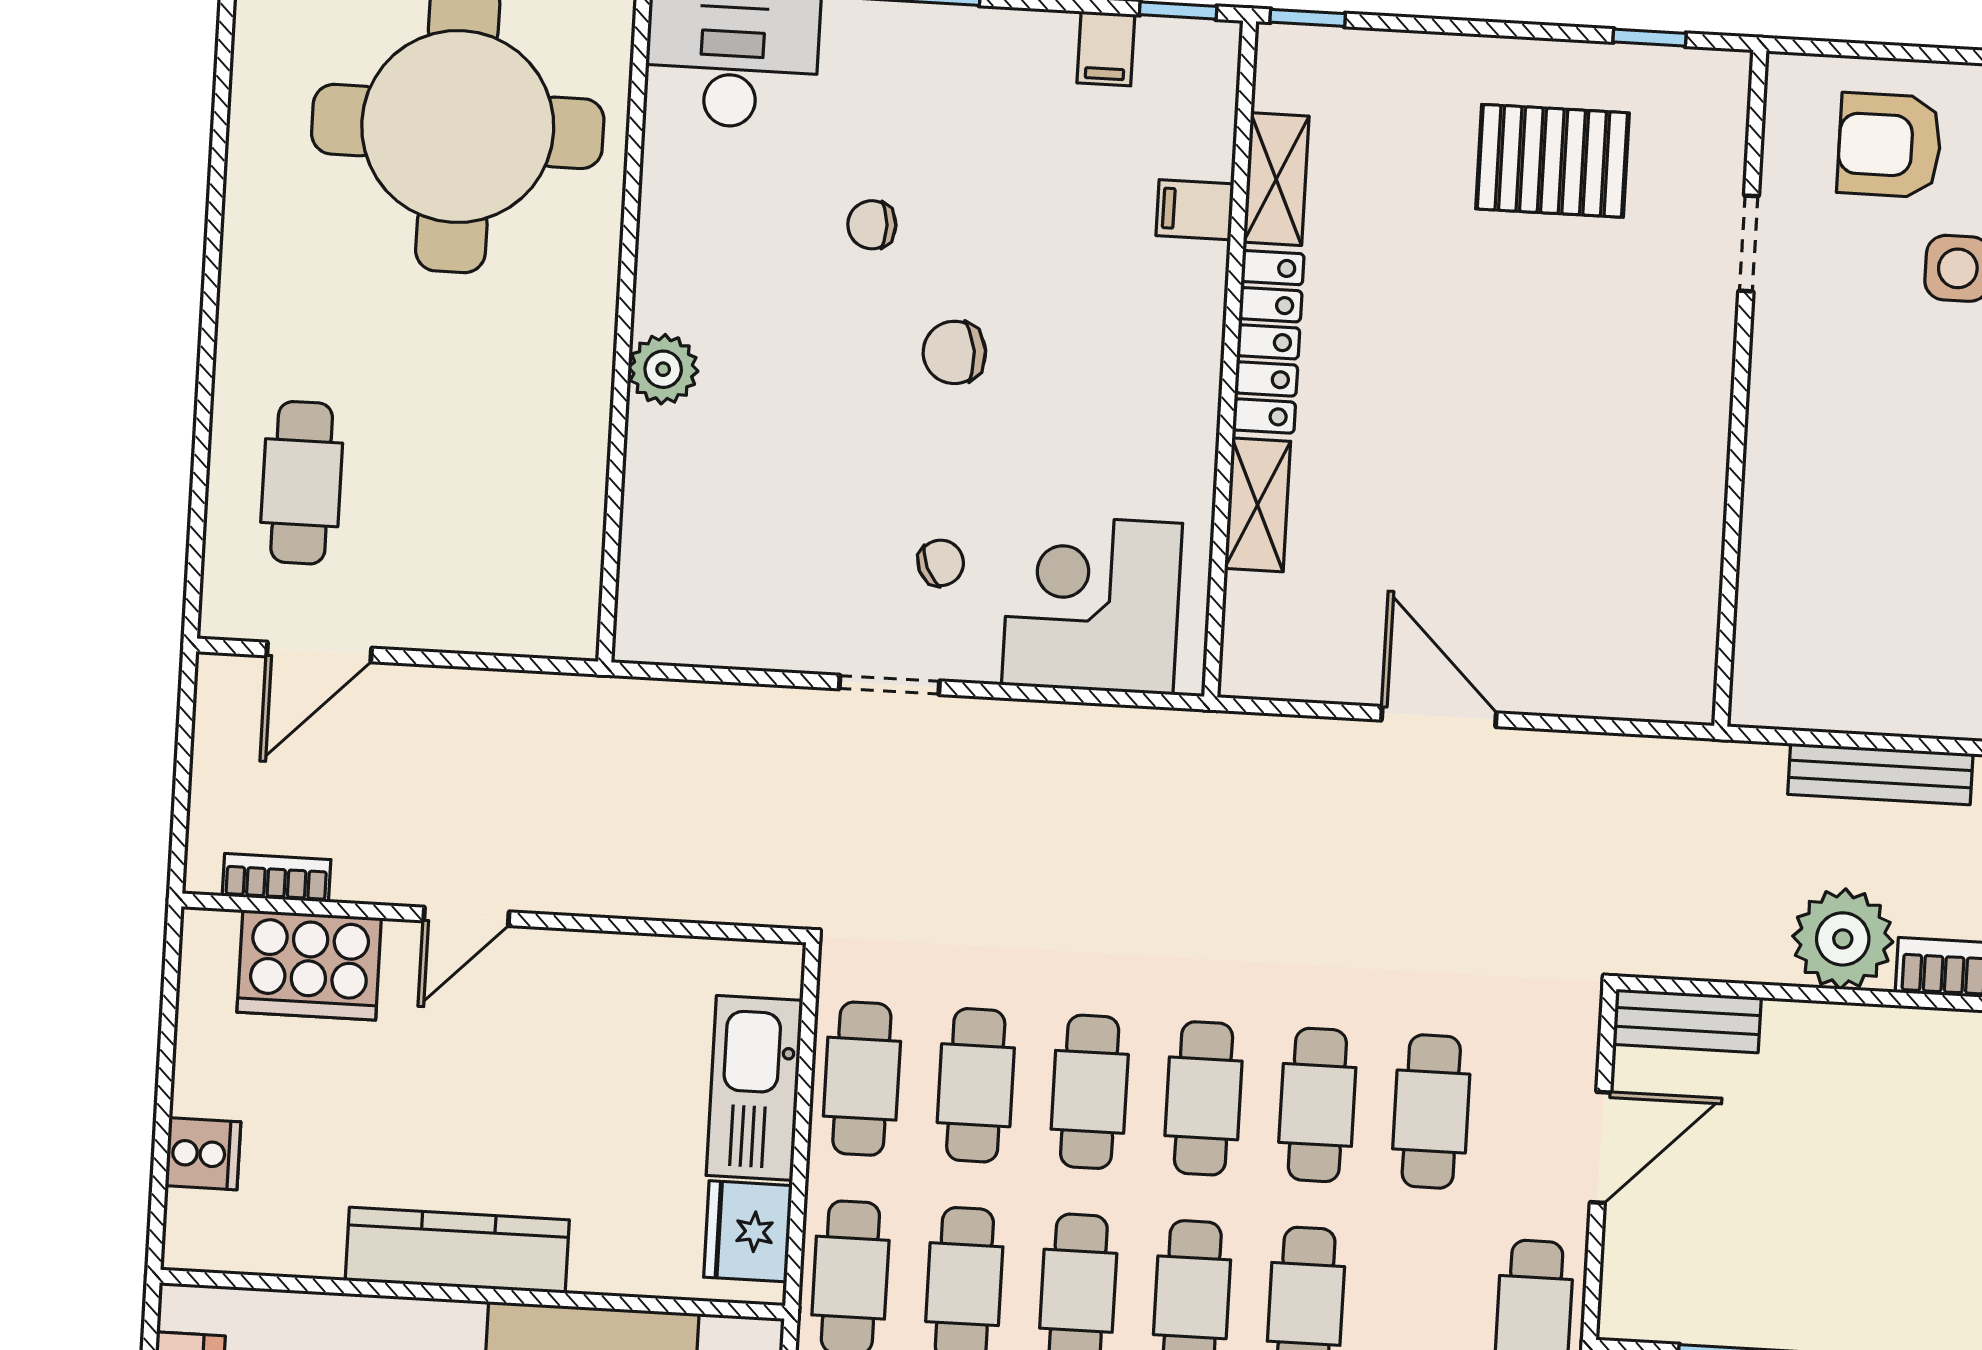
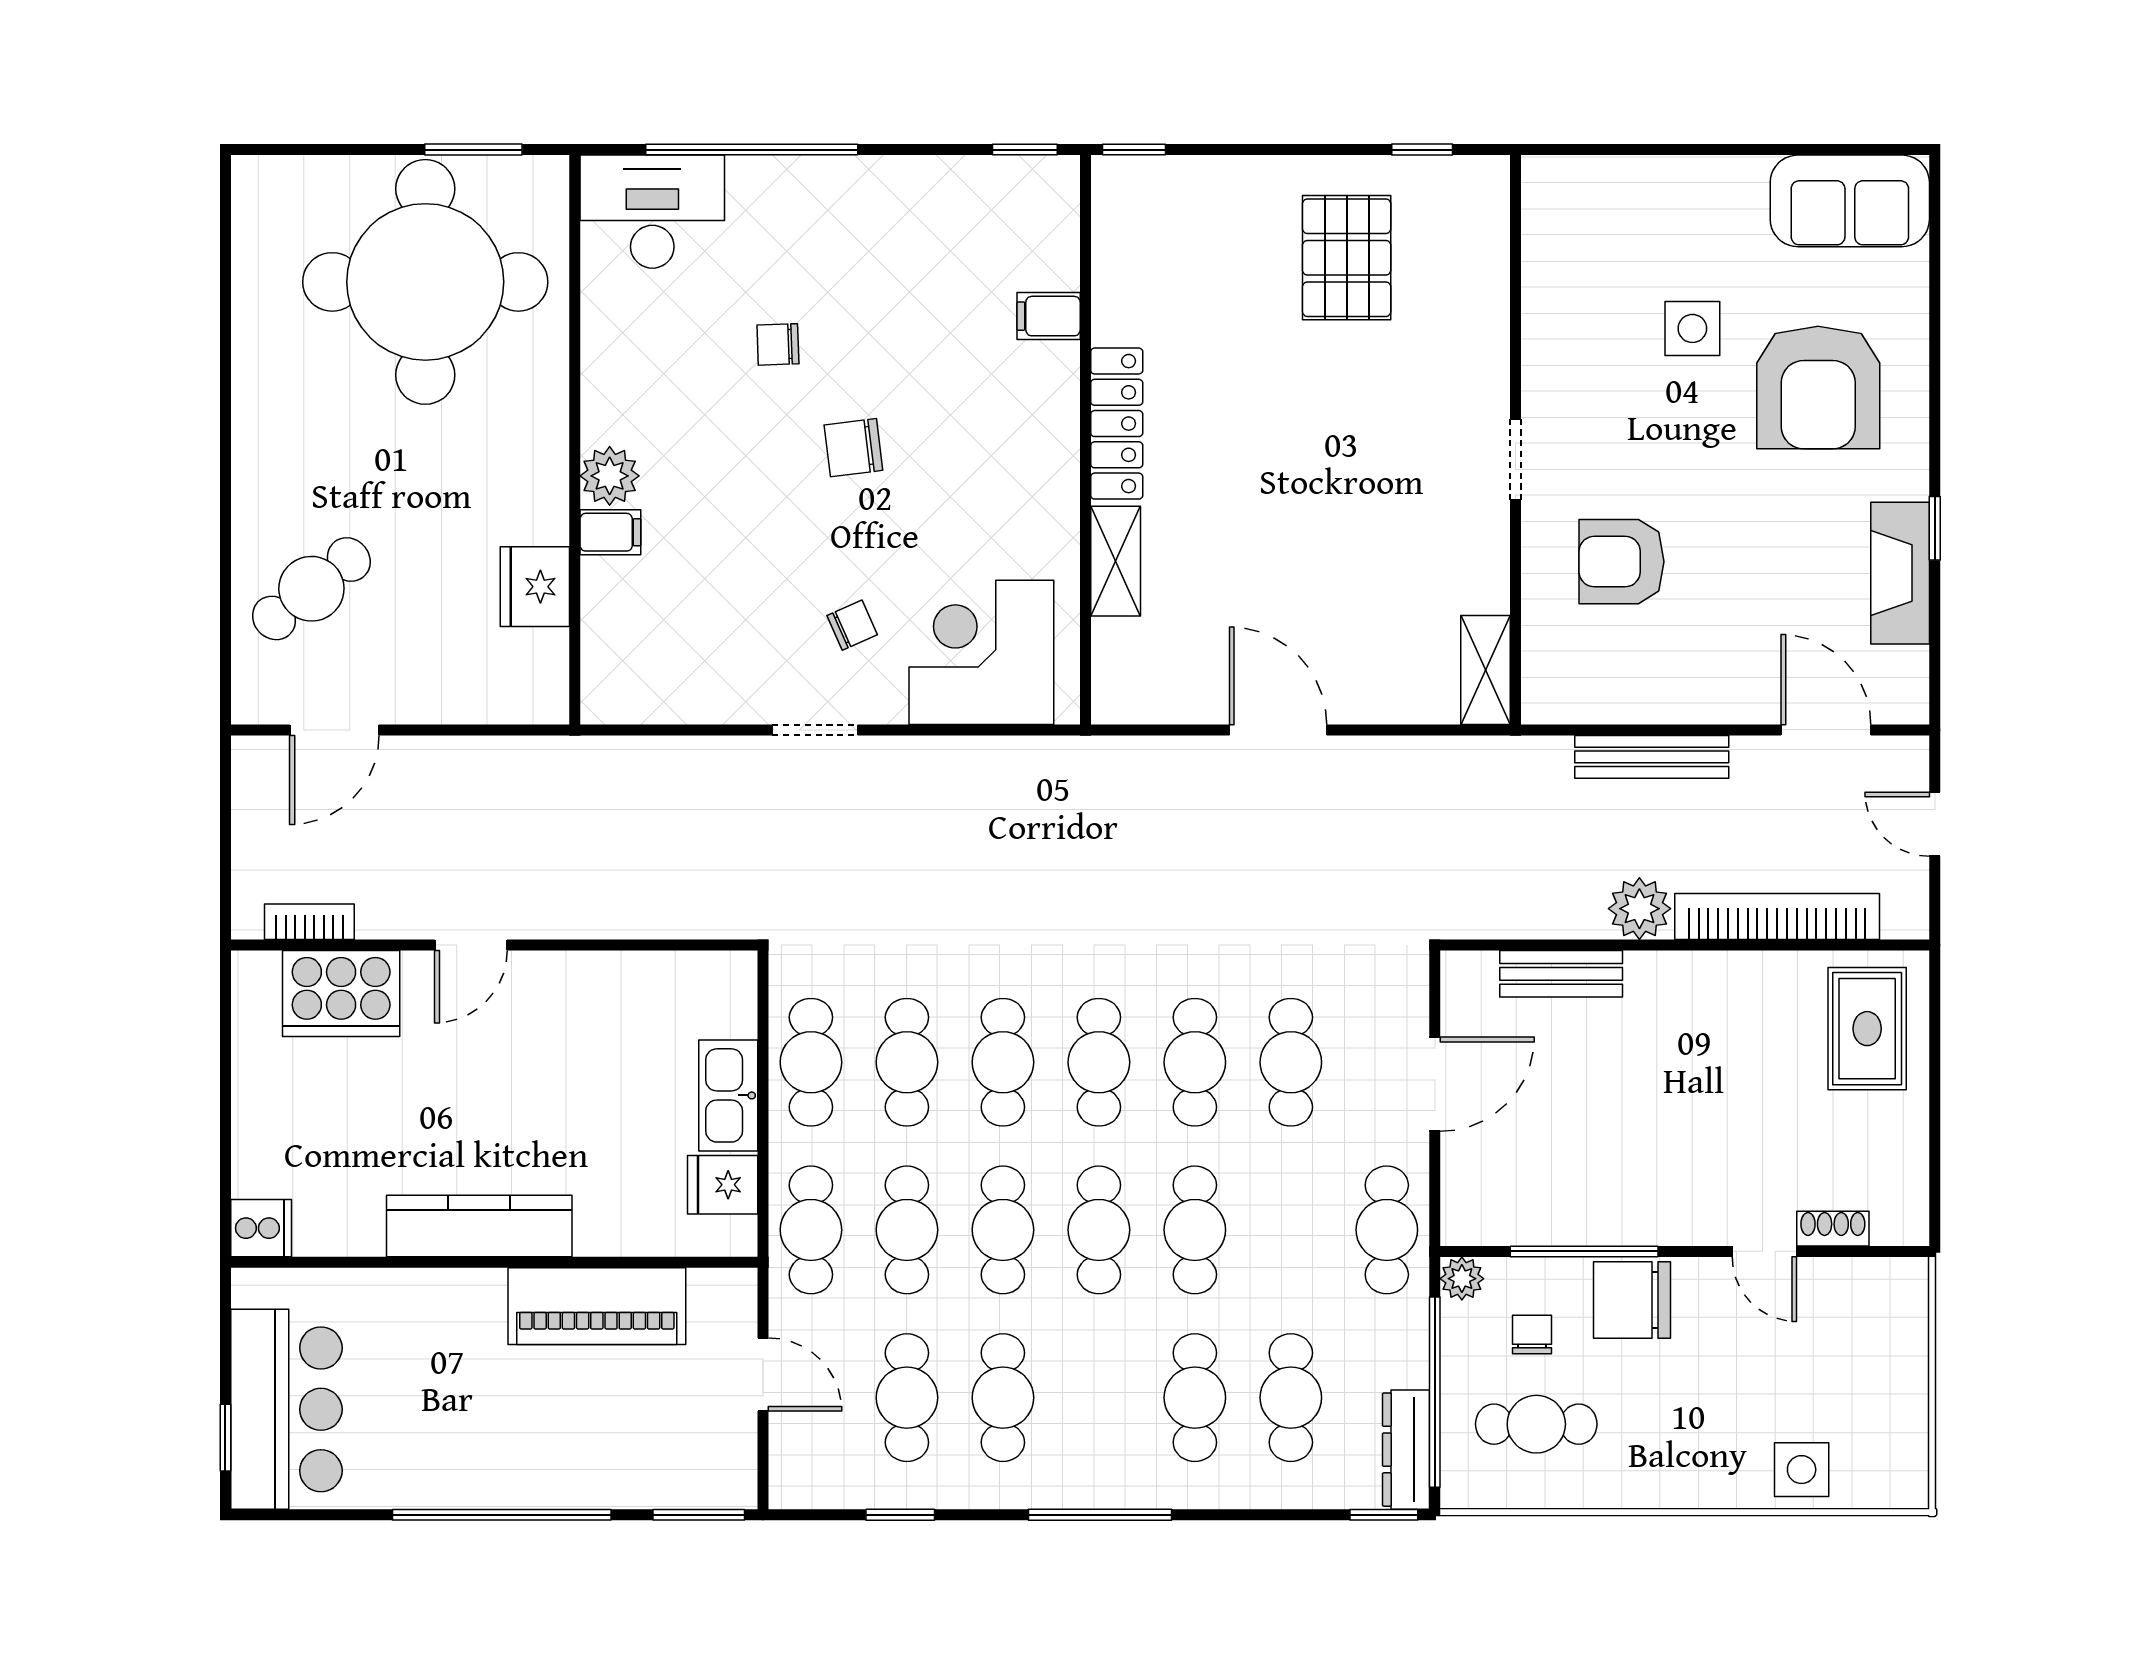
filing cabinet: (1106, 49) -> (610, 532), moved, turned -90
armchair: (1890, 145) -> (1621, 562), moved
pallet: (1552, 161) -> (1347, 258), turned 90
shelving: (1276, 179) -> (1486, 670), moved
doorway: (1749, 243) -> (1515, 459), moved
cafe table: (302, 483) -> (311, 589), turned 52
fridge: (567, 496) -> (535, 587), added
plant: (1843, 939) -> (1639, 909), width x0.73, depth x0.73
bench: (1687, 1021) -> (1561, 974), moved
kitchen sink: (754, 1088) -> (728, 1095), width x0.73, depth x0.81
cooker: (203, 1154) -> (261, 1228), moved
fridge: (748, 1231) -> (723, 1185), width x0.72

